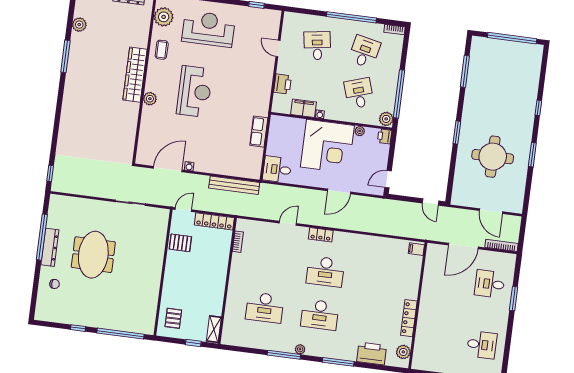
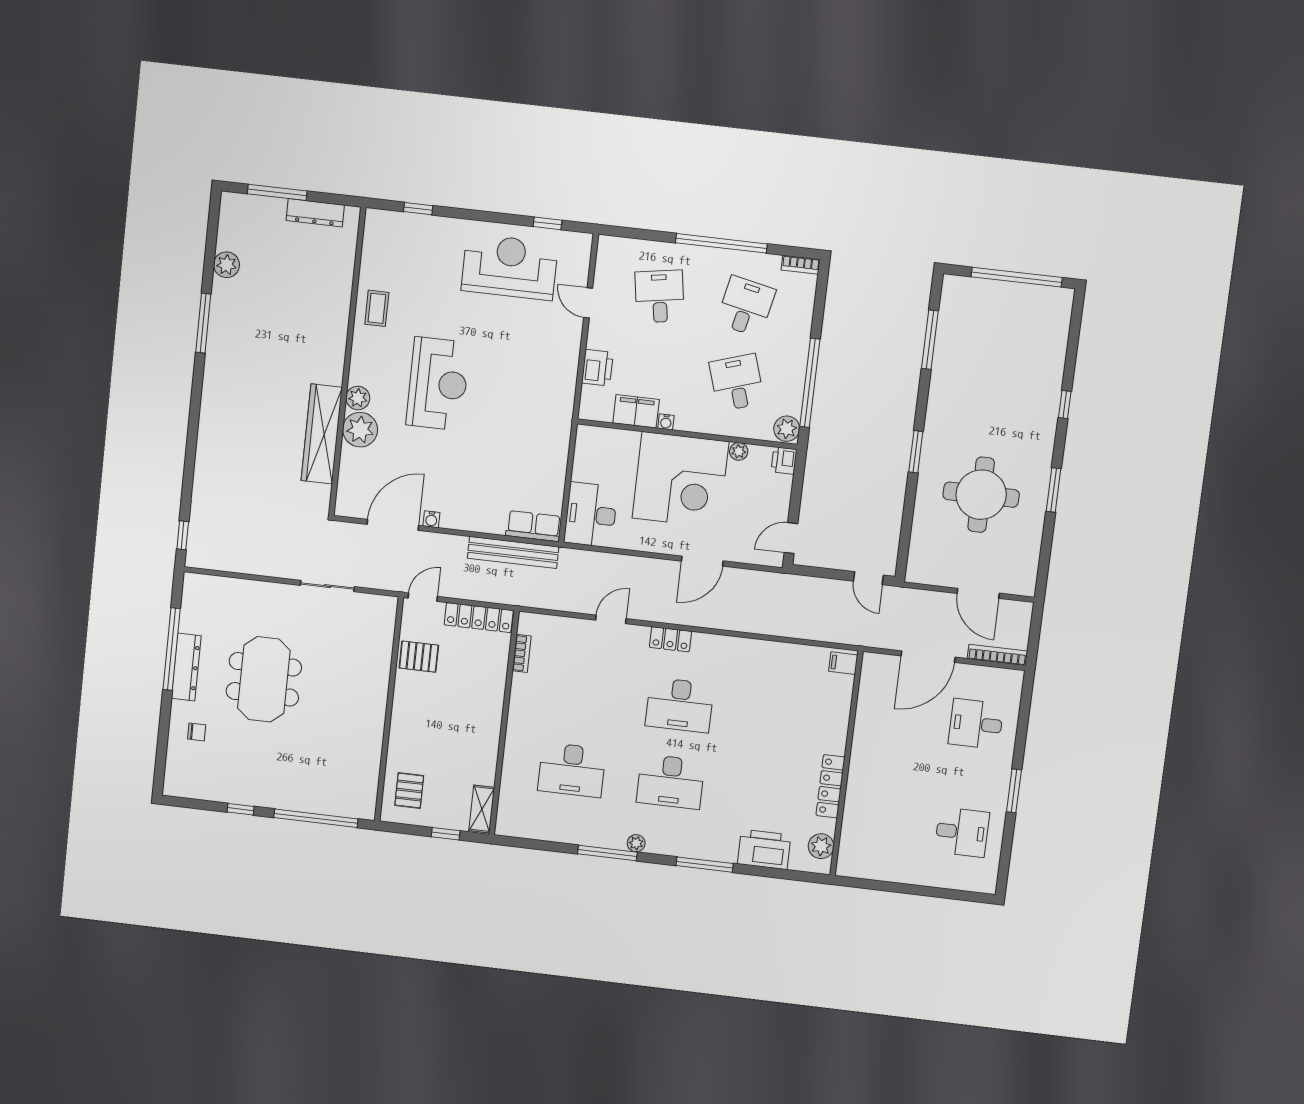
plant: (164, 17) -> (360, 430), moved
reception desk: (208, 29) -> (510, 267), moved
wardrobe: (135, 75) -> (322, 434), moved
row of seats: (259, 132) -> (534, 526), moved, turned 90
desk: (277, 169) -> (591, 515), width x1.37
window: (514, 299) -> (1014, 791), moved

